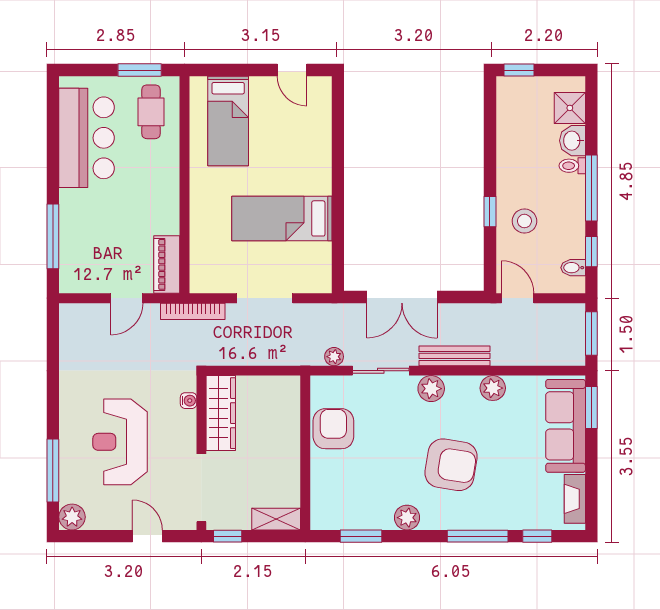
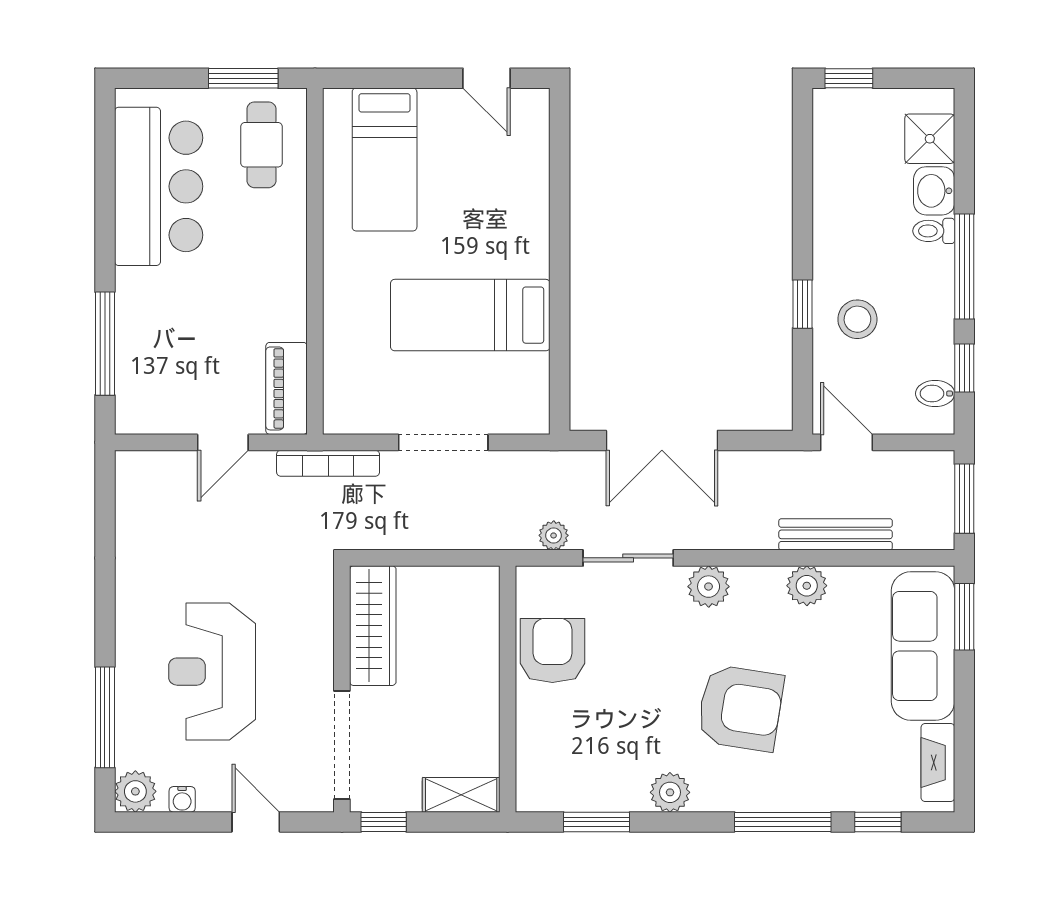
bench: (454, 356) -> (836, 534), moved
water cooler: (189, 401) -> (182, 799), moved, turned 90

